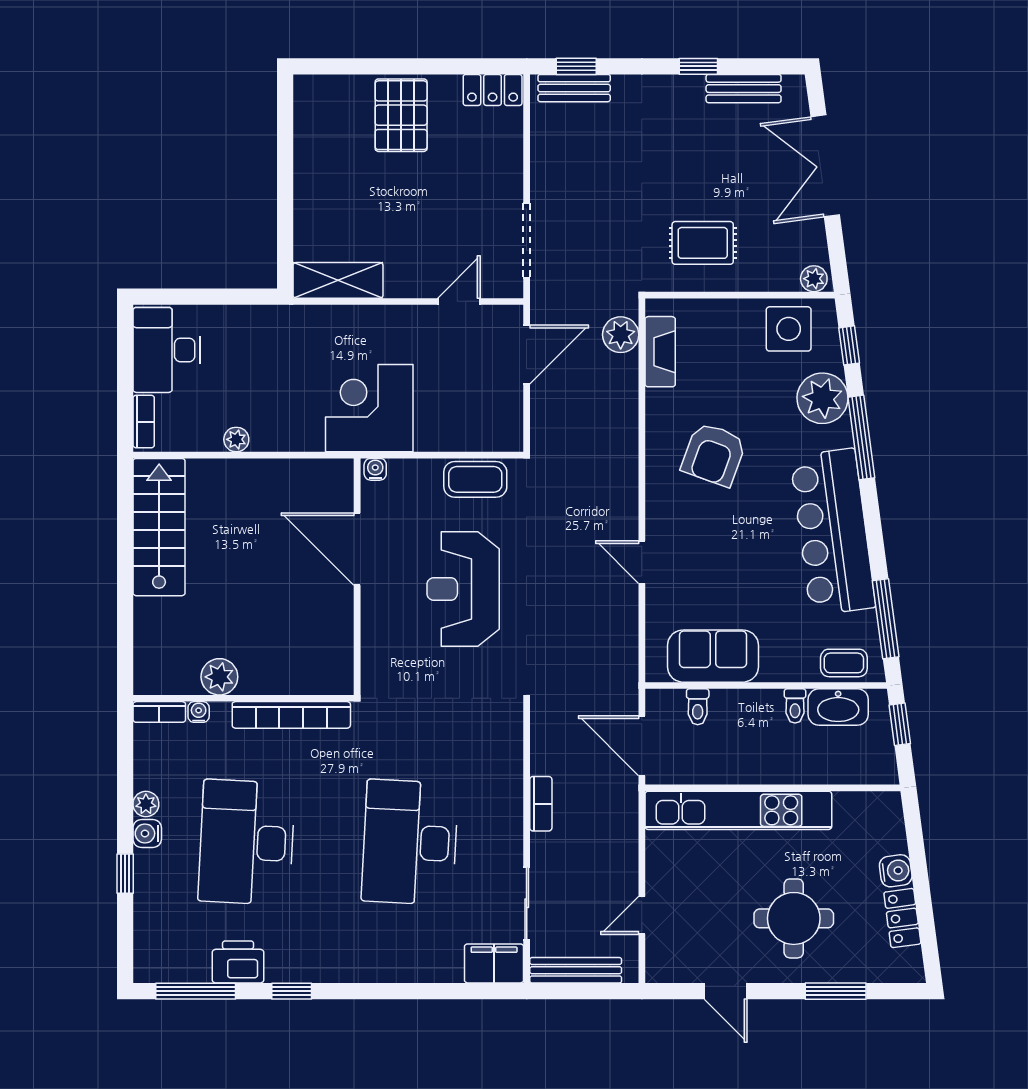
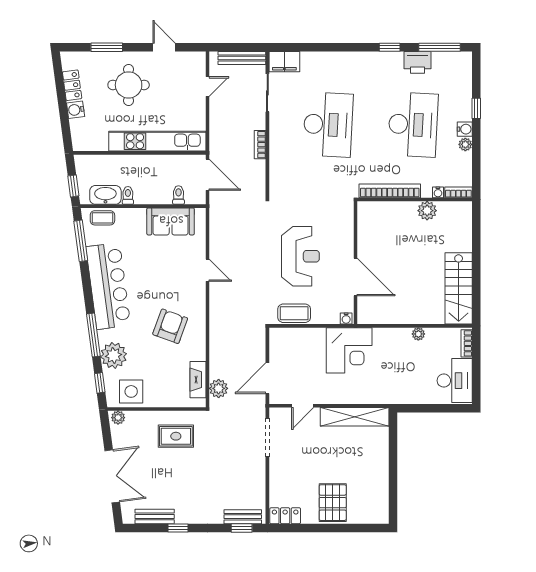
shelving: (338, 280) -> (355, 417), width x1.47

